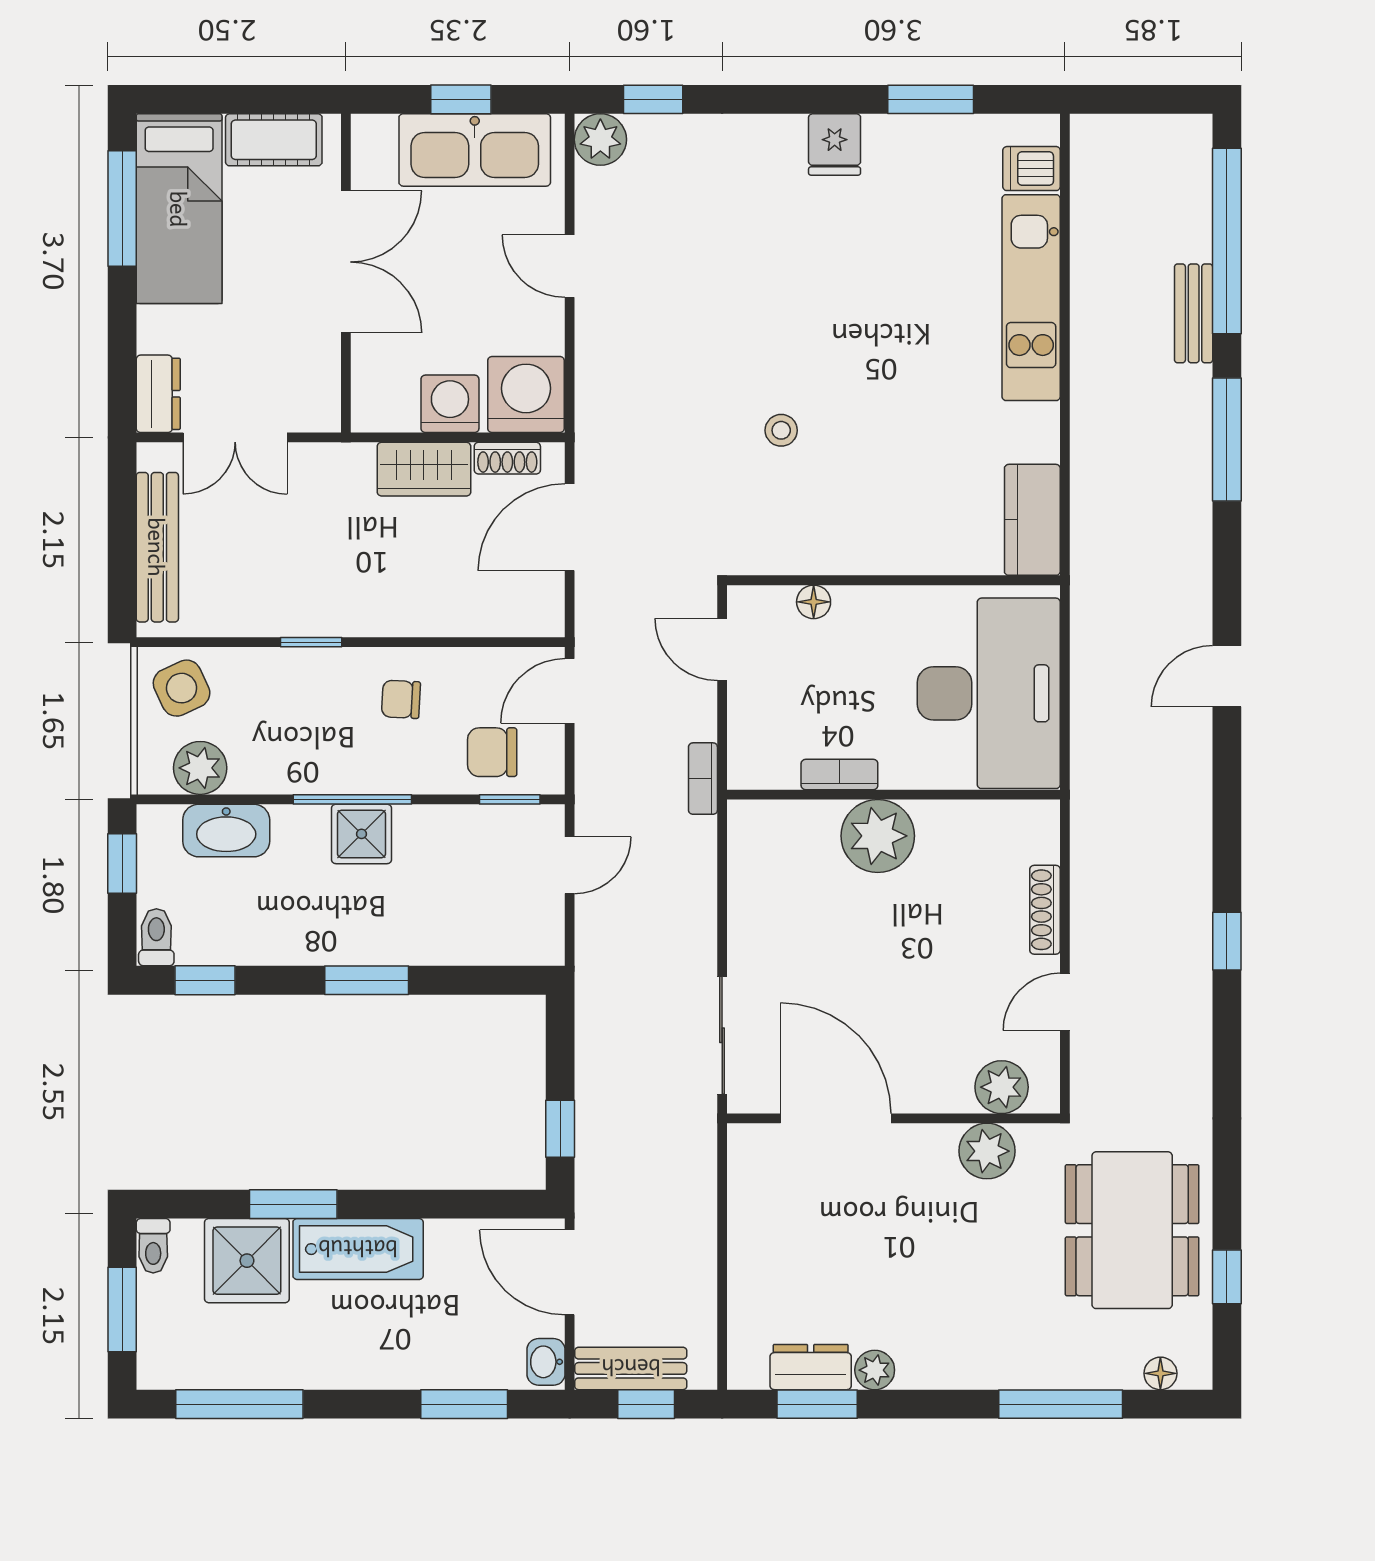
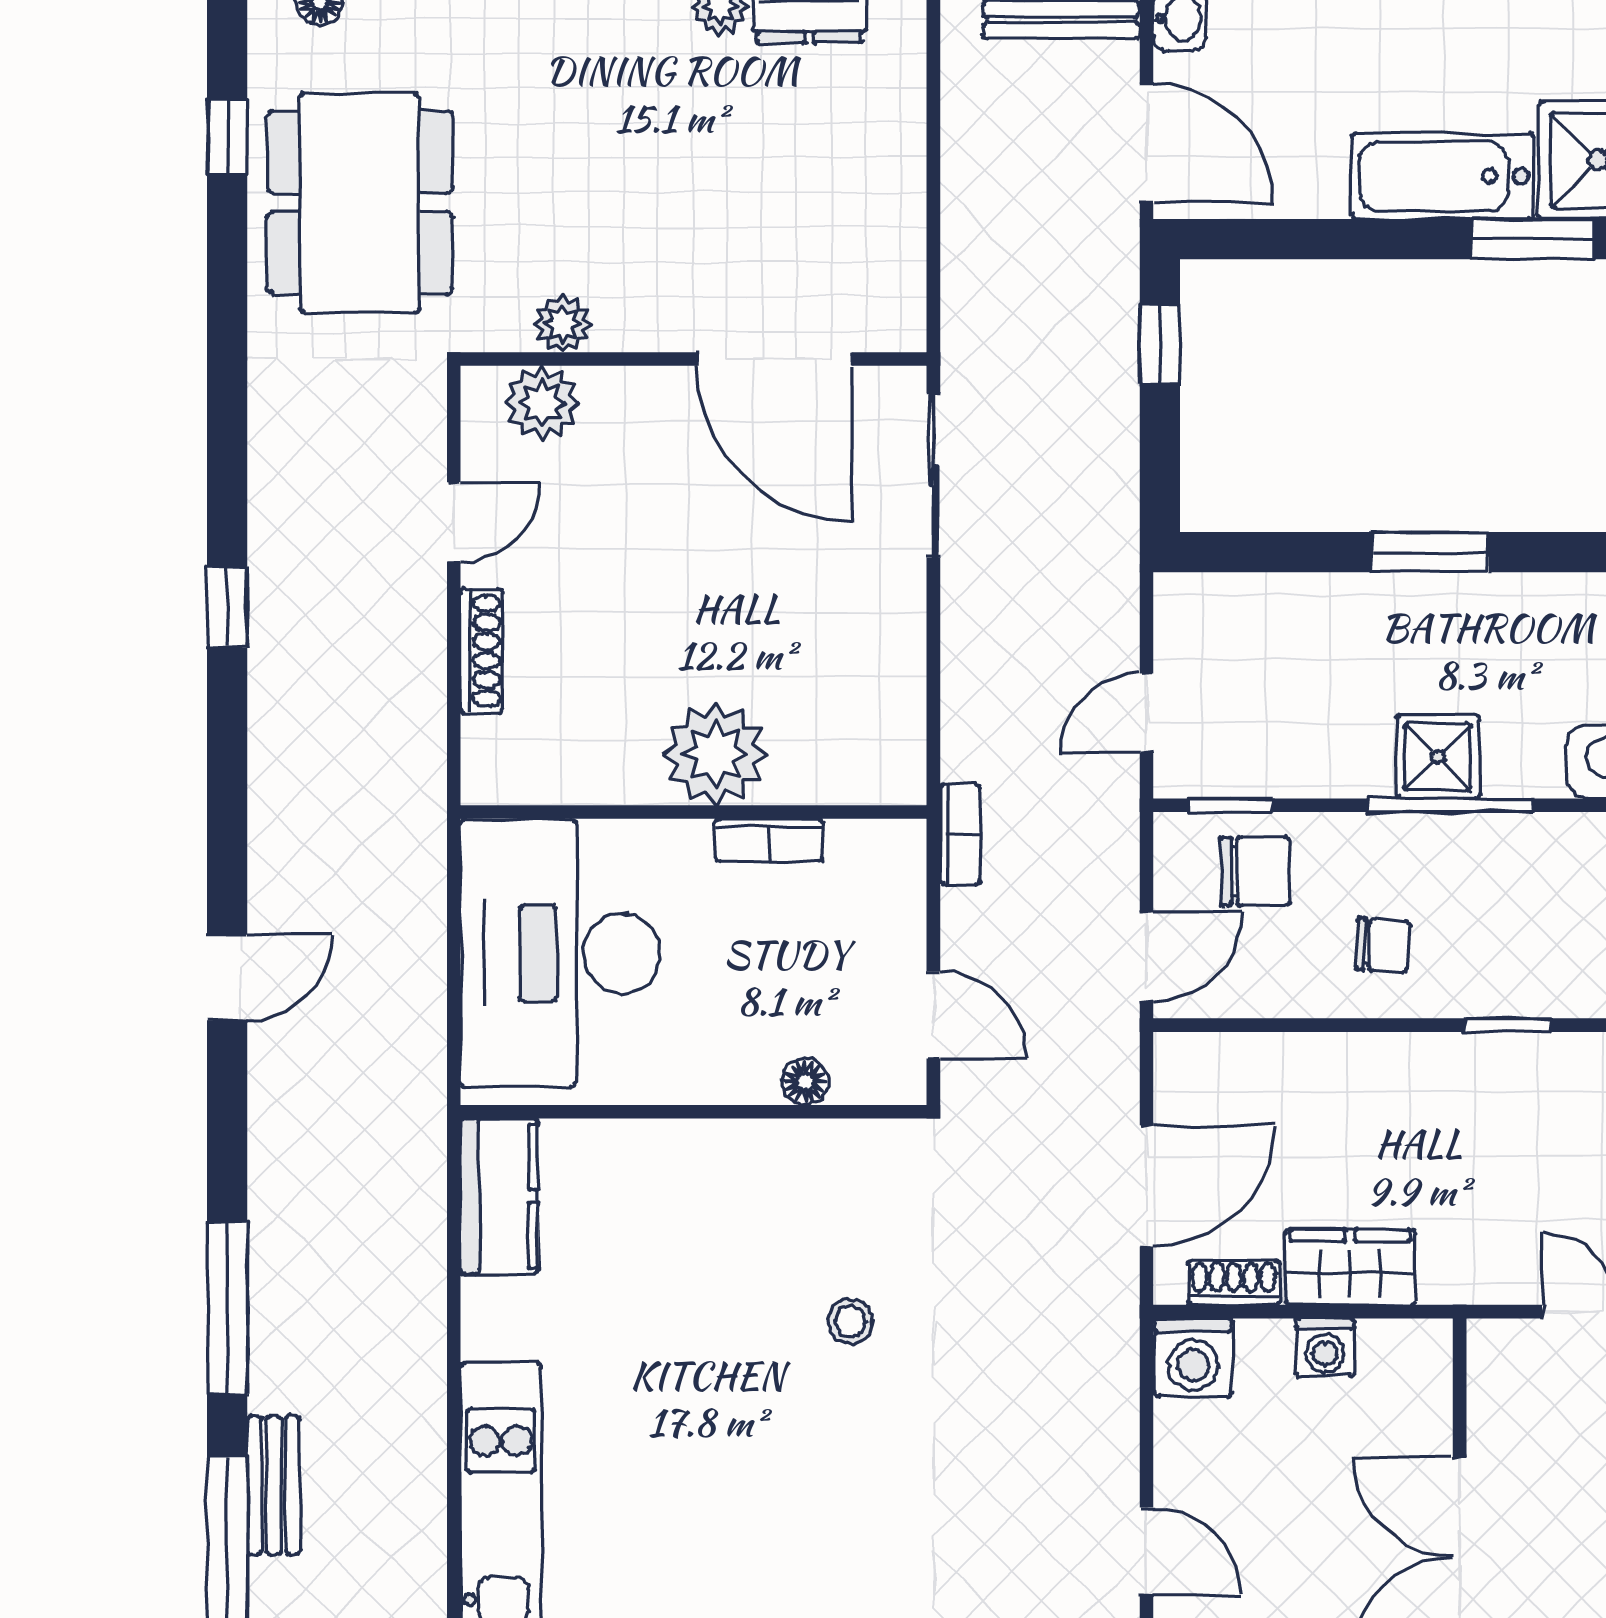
washing machine: (526, 395) -> (1193, 1357), width x0.73, depth x0.73
washing machine: (450, 404) -> (1325, 1348), width x0.73, depth x0.73
plant: (987, 1151) -> (563, 324), width x0.73, depth x0.73

